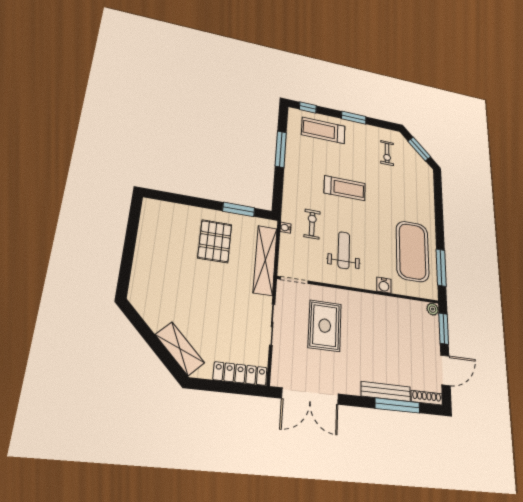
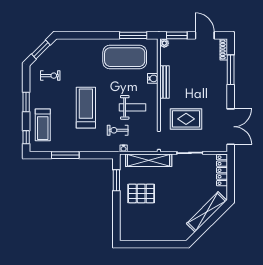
treadmill: (345, 188) -> (86, 108), width x1.37, depth x1.38
weight bench: (344, 250) -> (133, 107), turned 180
shelving: (180, 349) -> (207, 212), width x1.47
bench: (386, 391) -> (165, 82), moved

